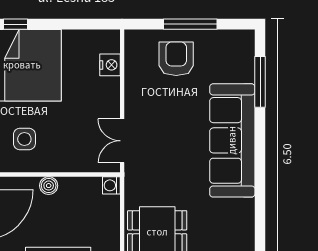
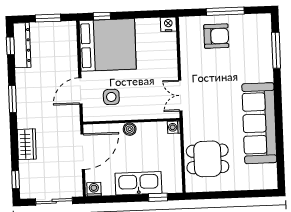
armchair: (176, 59) -> (216, 36), turned 90
nightstand: (110, 65) -> (168, 24), moved, turned -90
sofa: (232, 140) -> (259, 123), moved

